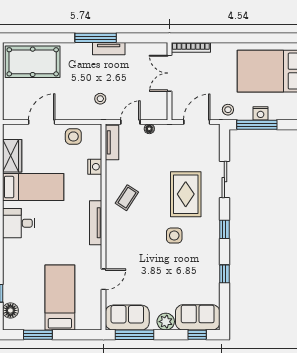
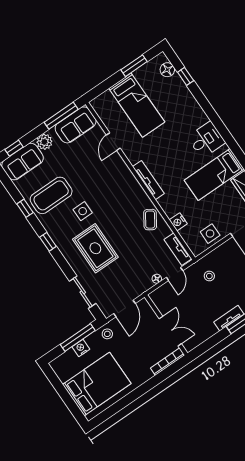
sliding door: (224, 180) -> (83, 292), moved
coffee table: (127, 198) -> (150, 220), moved
coffee table: (193, 269) -> (51, 195), added

